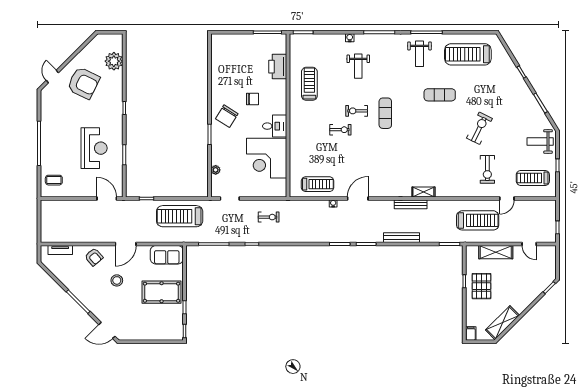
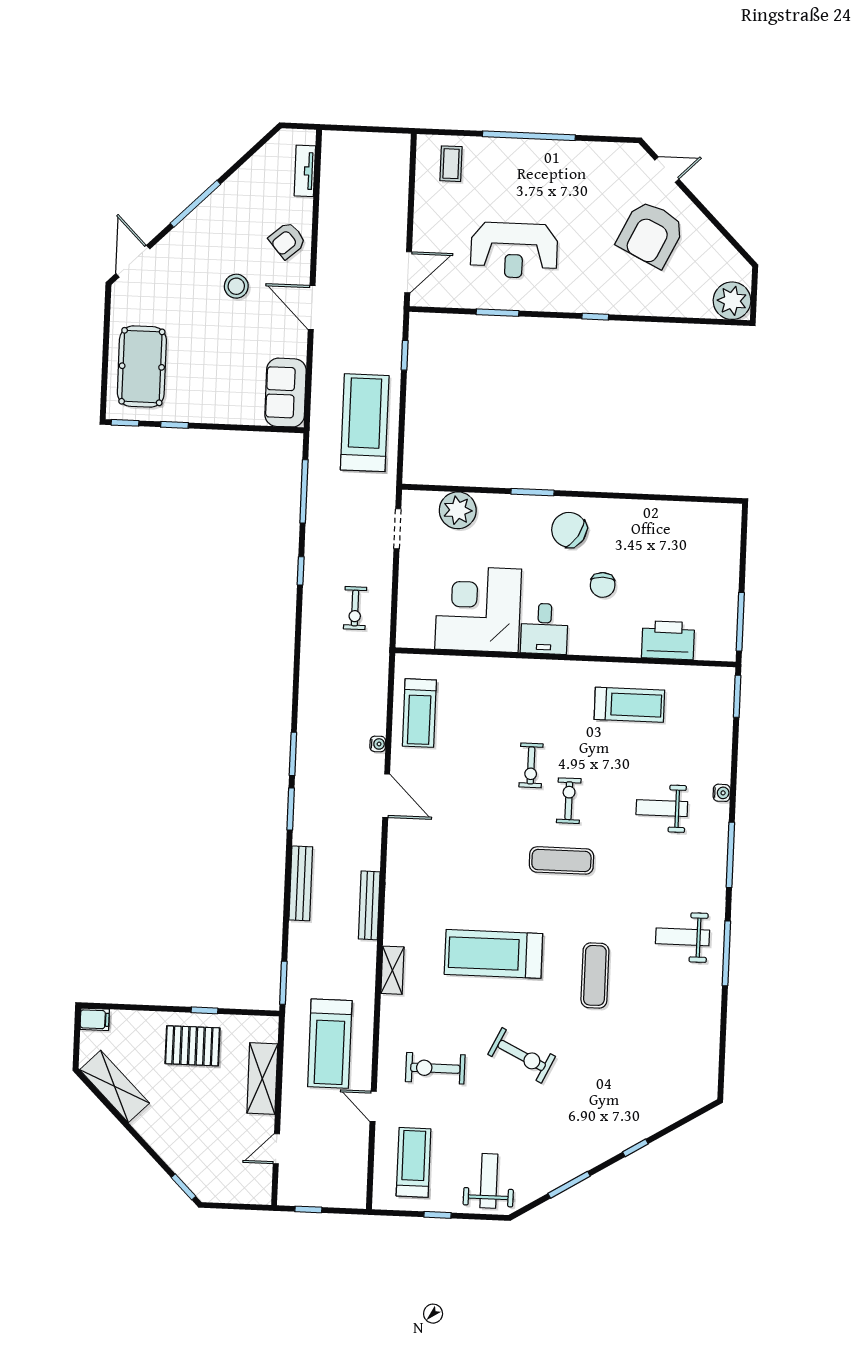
treadmill: (468, 54) -> (493, 954), moved, turned -90
plant: (114, 61) -> (732, 301), moved
plant: (216, 170) -> (458, 510), width x1.88, depth x1.88
shelving: (423, 192) -> (392, 970), moved
pool table: (162, 292) -> (142, 367), moved

